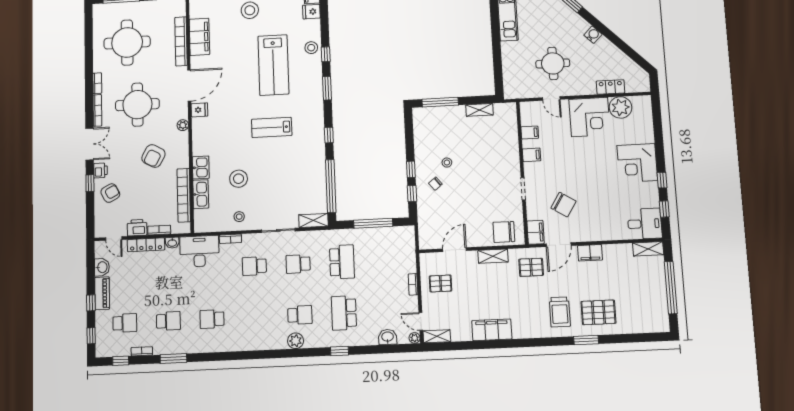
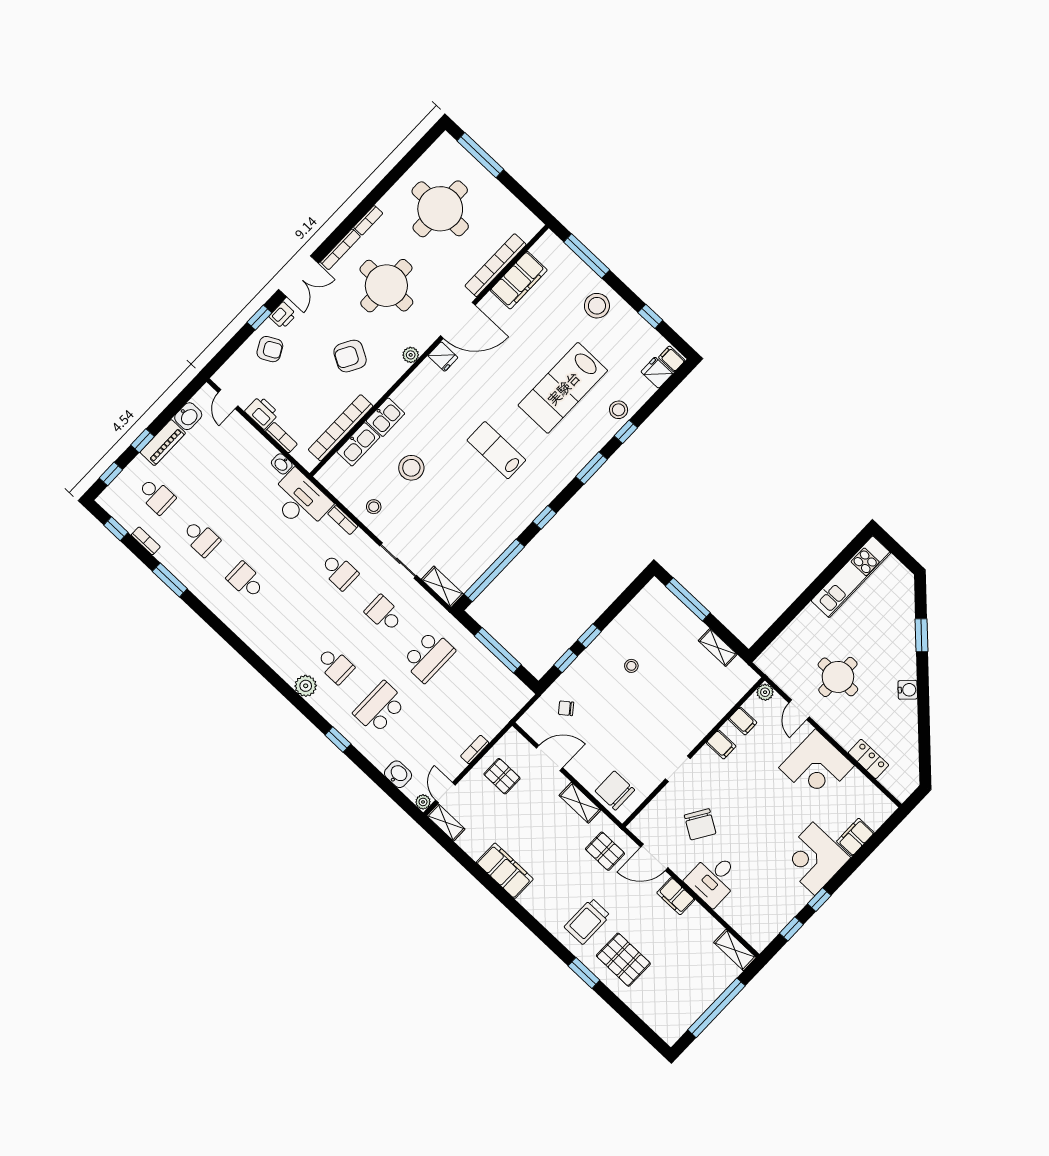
plant: (620, 107) -> (765, 692), moved, width x0.53, depth x0.53
chair: (435, 184) -> (566, 708), moved
desk: (645, 224) -> (713, 879), moved, turned 90
filing cabinet: (536, 232) -> (855, 837), moved, turned 180
locker: (146, 245) -> (254, 439), removed
school desk: (254, 266) -> (339, 571), turned 180

